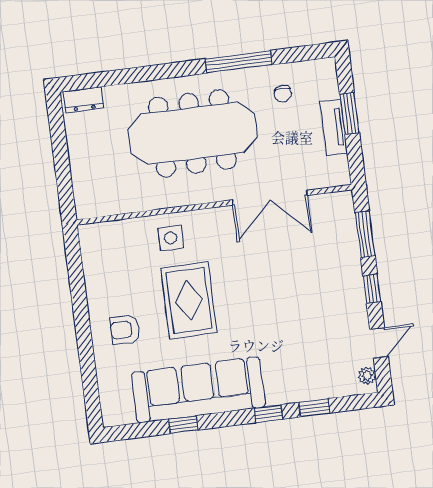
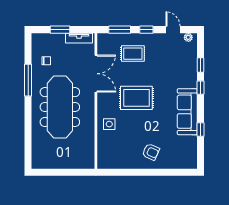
dresser: (84, 100) -> (37, 158), removed
tv unit: (334, 127) -> (79, 38), moved
rug: (320, 268) -> (133, 54), added
rug: (189, 300) -> (136, 98), moved
armchair: (125, 329) -> (151, 152), turned -66
sofa: (198, 390) -> (187, 112), width x0.74, depth x0.79

